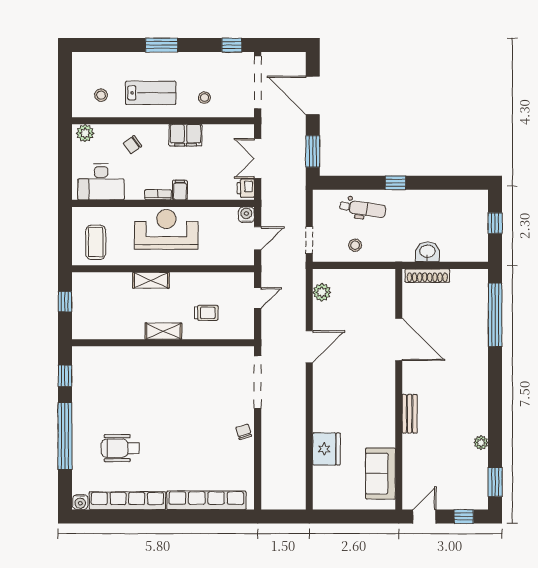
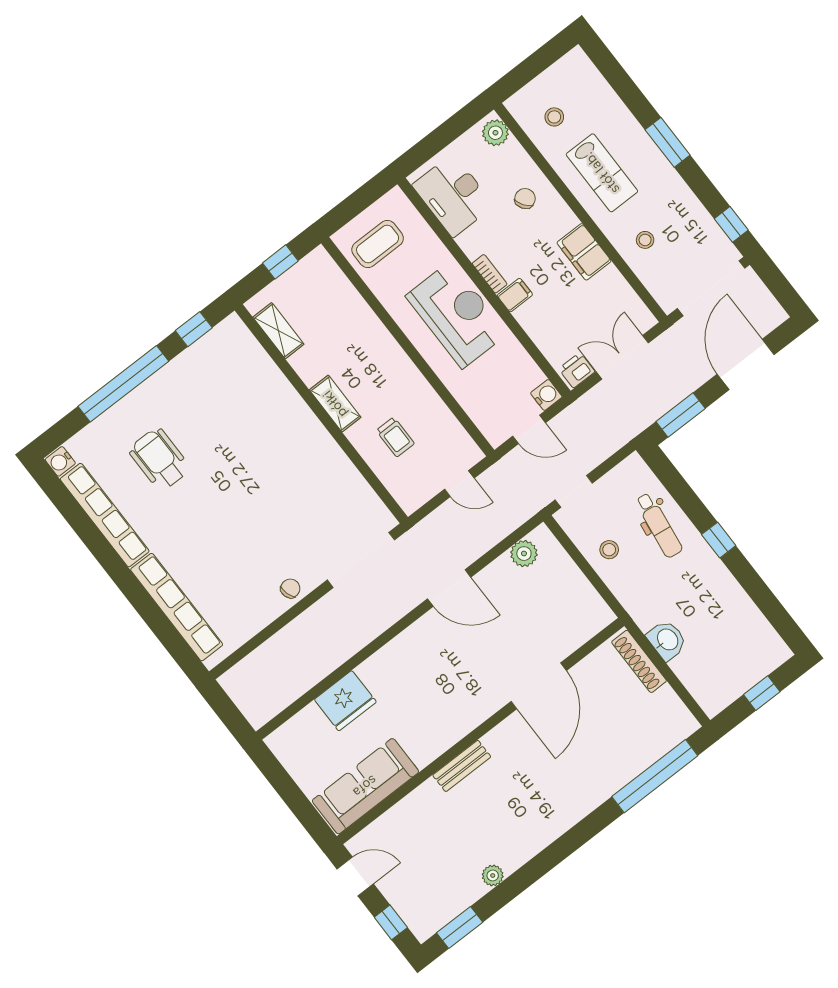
chair: (132, 145) -> (525, 198), turned 92
shelving: (151, 280) -> (278, 331), moved
sofa: (380, 474) -> (365, 786), width x1.36

